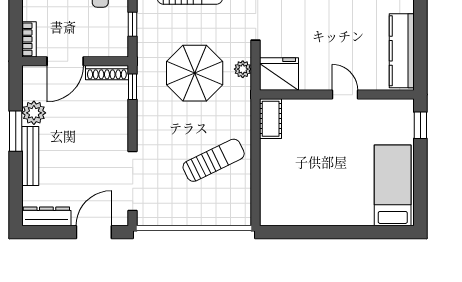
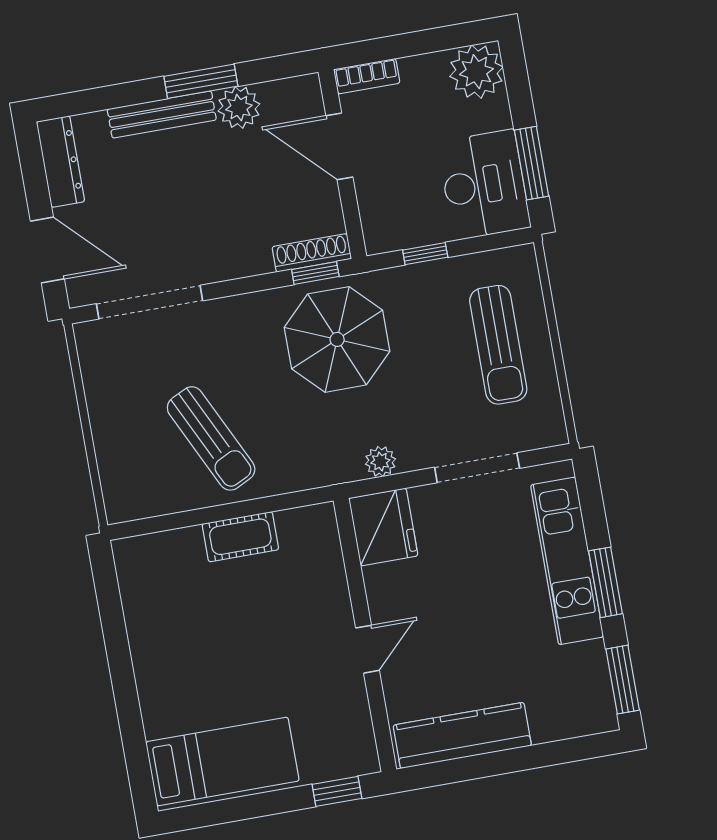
shoe rack: (107, 73) -> (312, 253), moved, turned 90
parasol: (195, 73) -> (337, 339), moved
cot: (271, 119) -> (240, 537), moved

